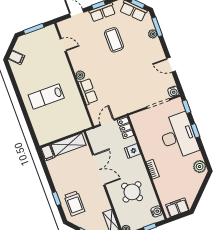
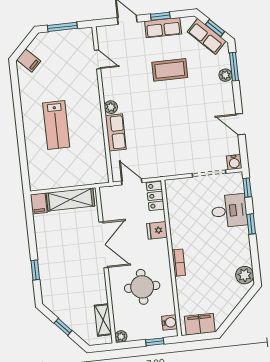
coffee table: (114, 40) -> (170, 70), turned 90
lab bench: (46, 97) -> (56, 125), turned -90
door: (107, 122) -> (132, 182), hinge flipped
desk: (178, 136) -> (229, 211), width x0.53, depth x0.77
round table: (132, 192) -> (142, 287), turned 31
trolley: (74, 203) -> (58, 283), removed

